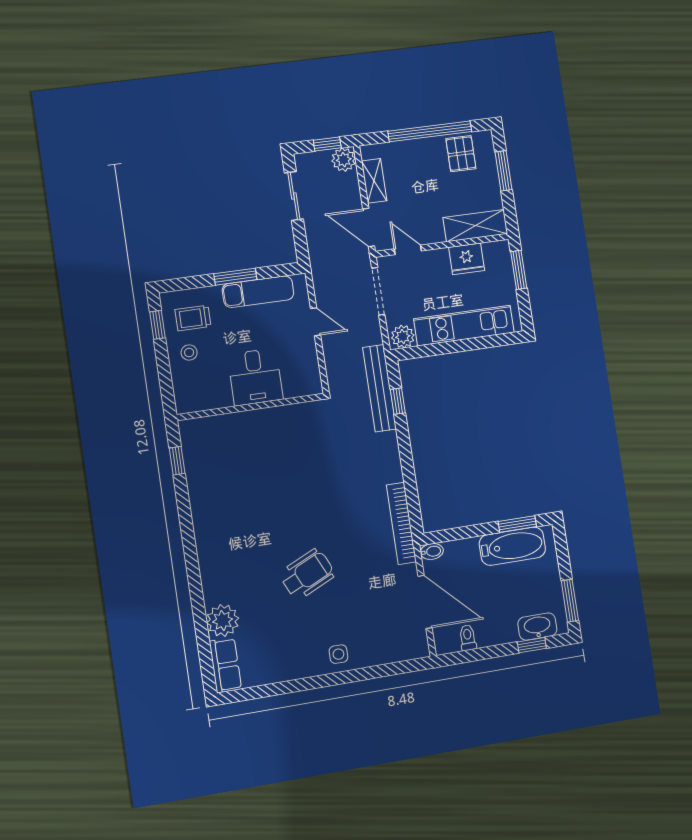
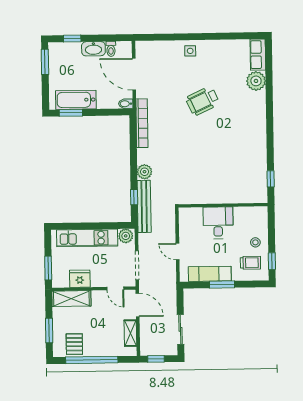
plant: (344, 160) -> (144, 172), moved
washbasin: (537, 627) -> (93, 49), moved

